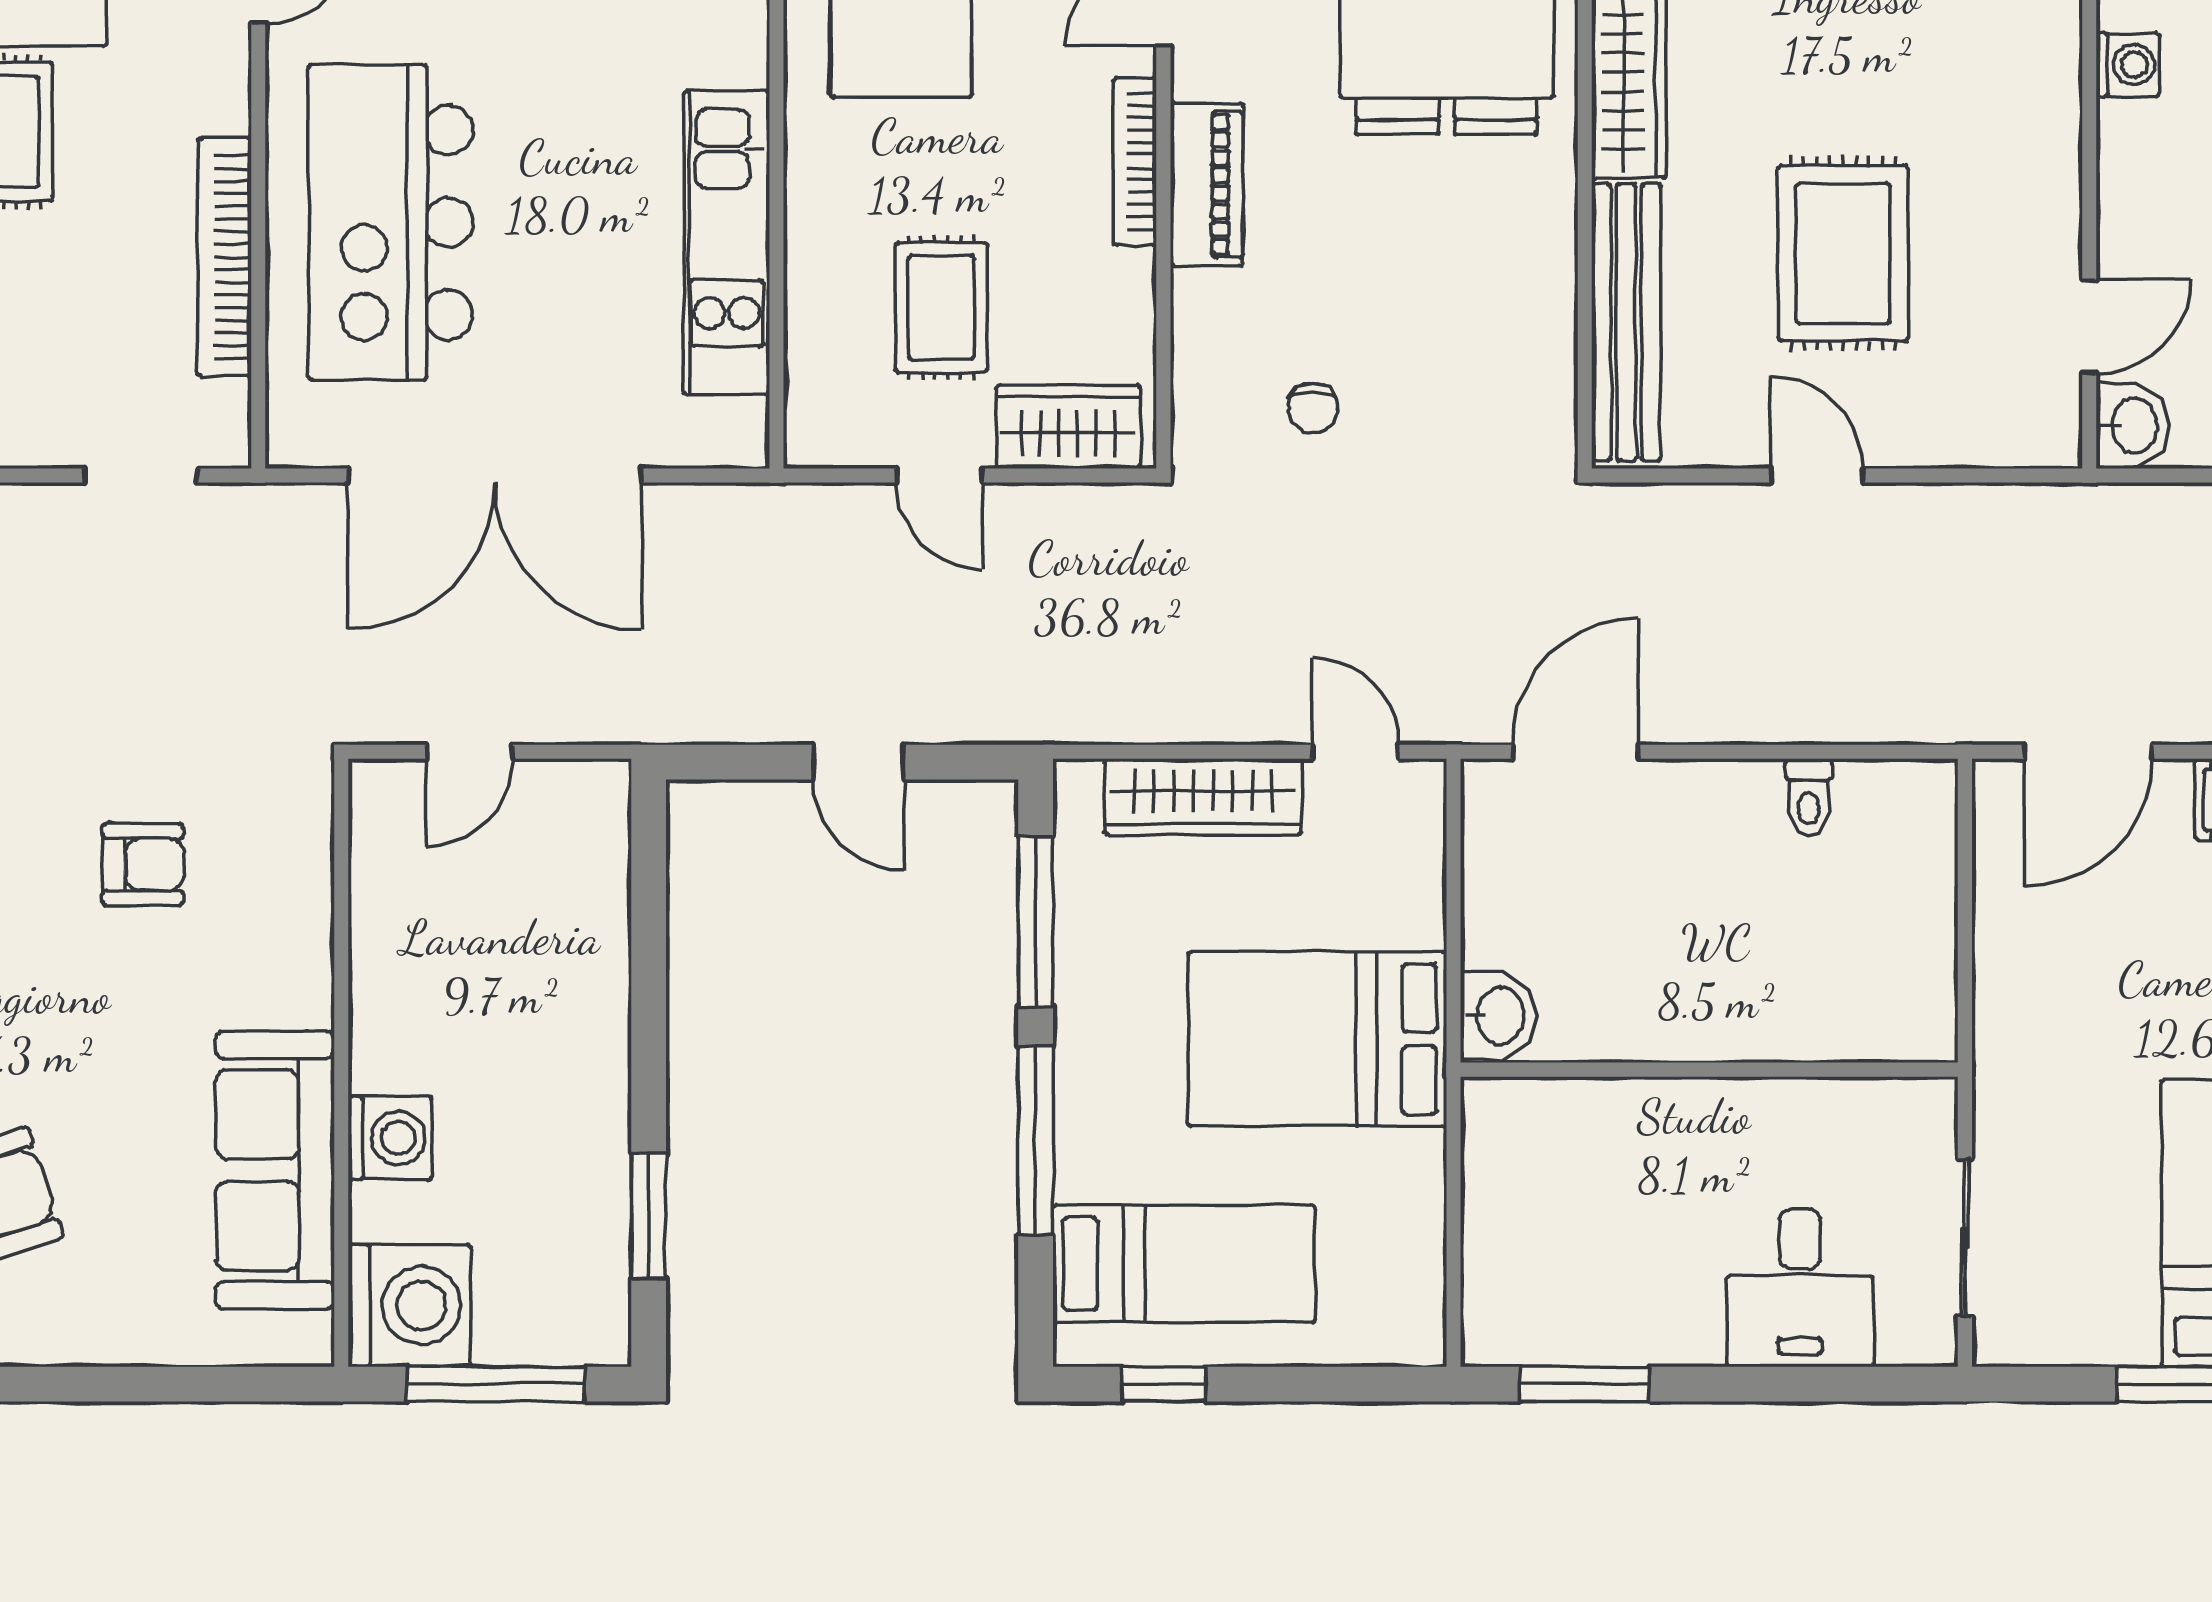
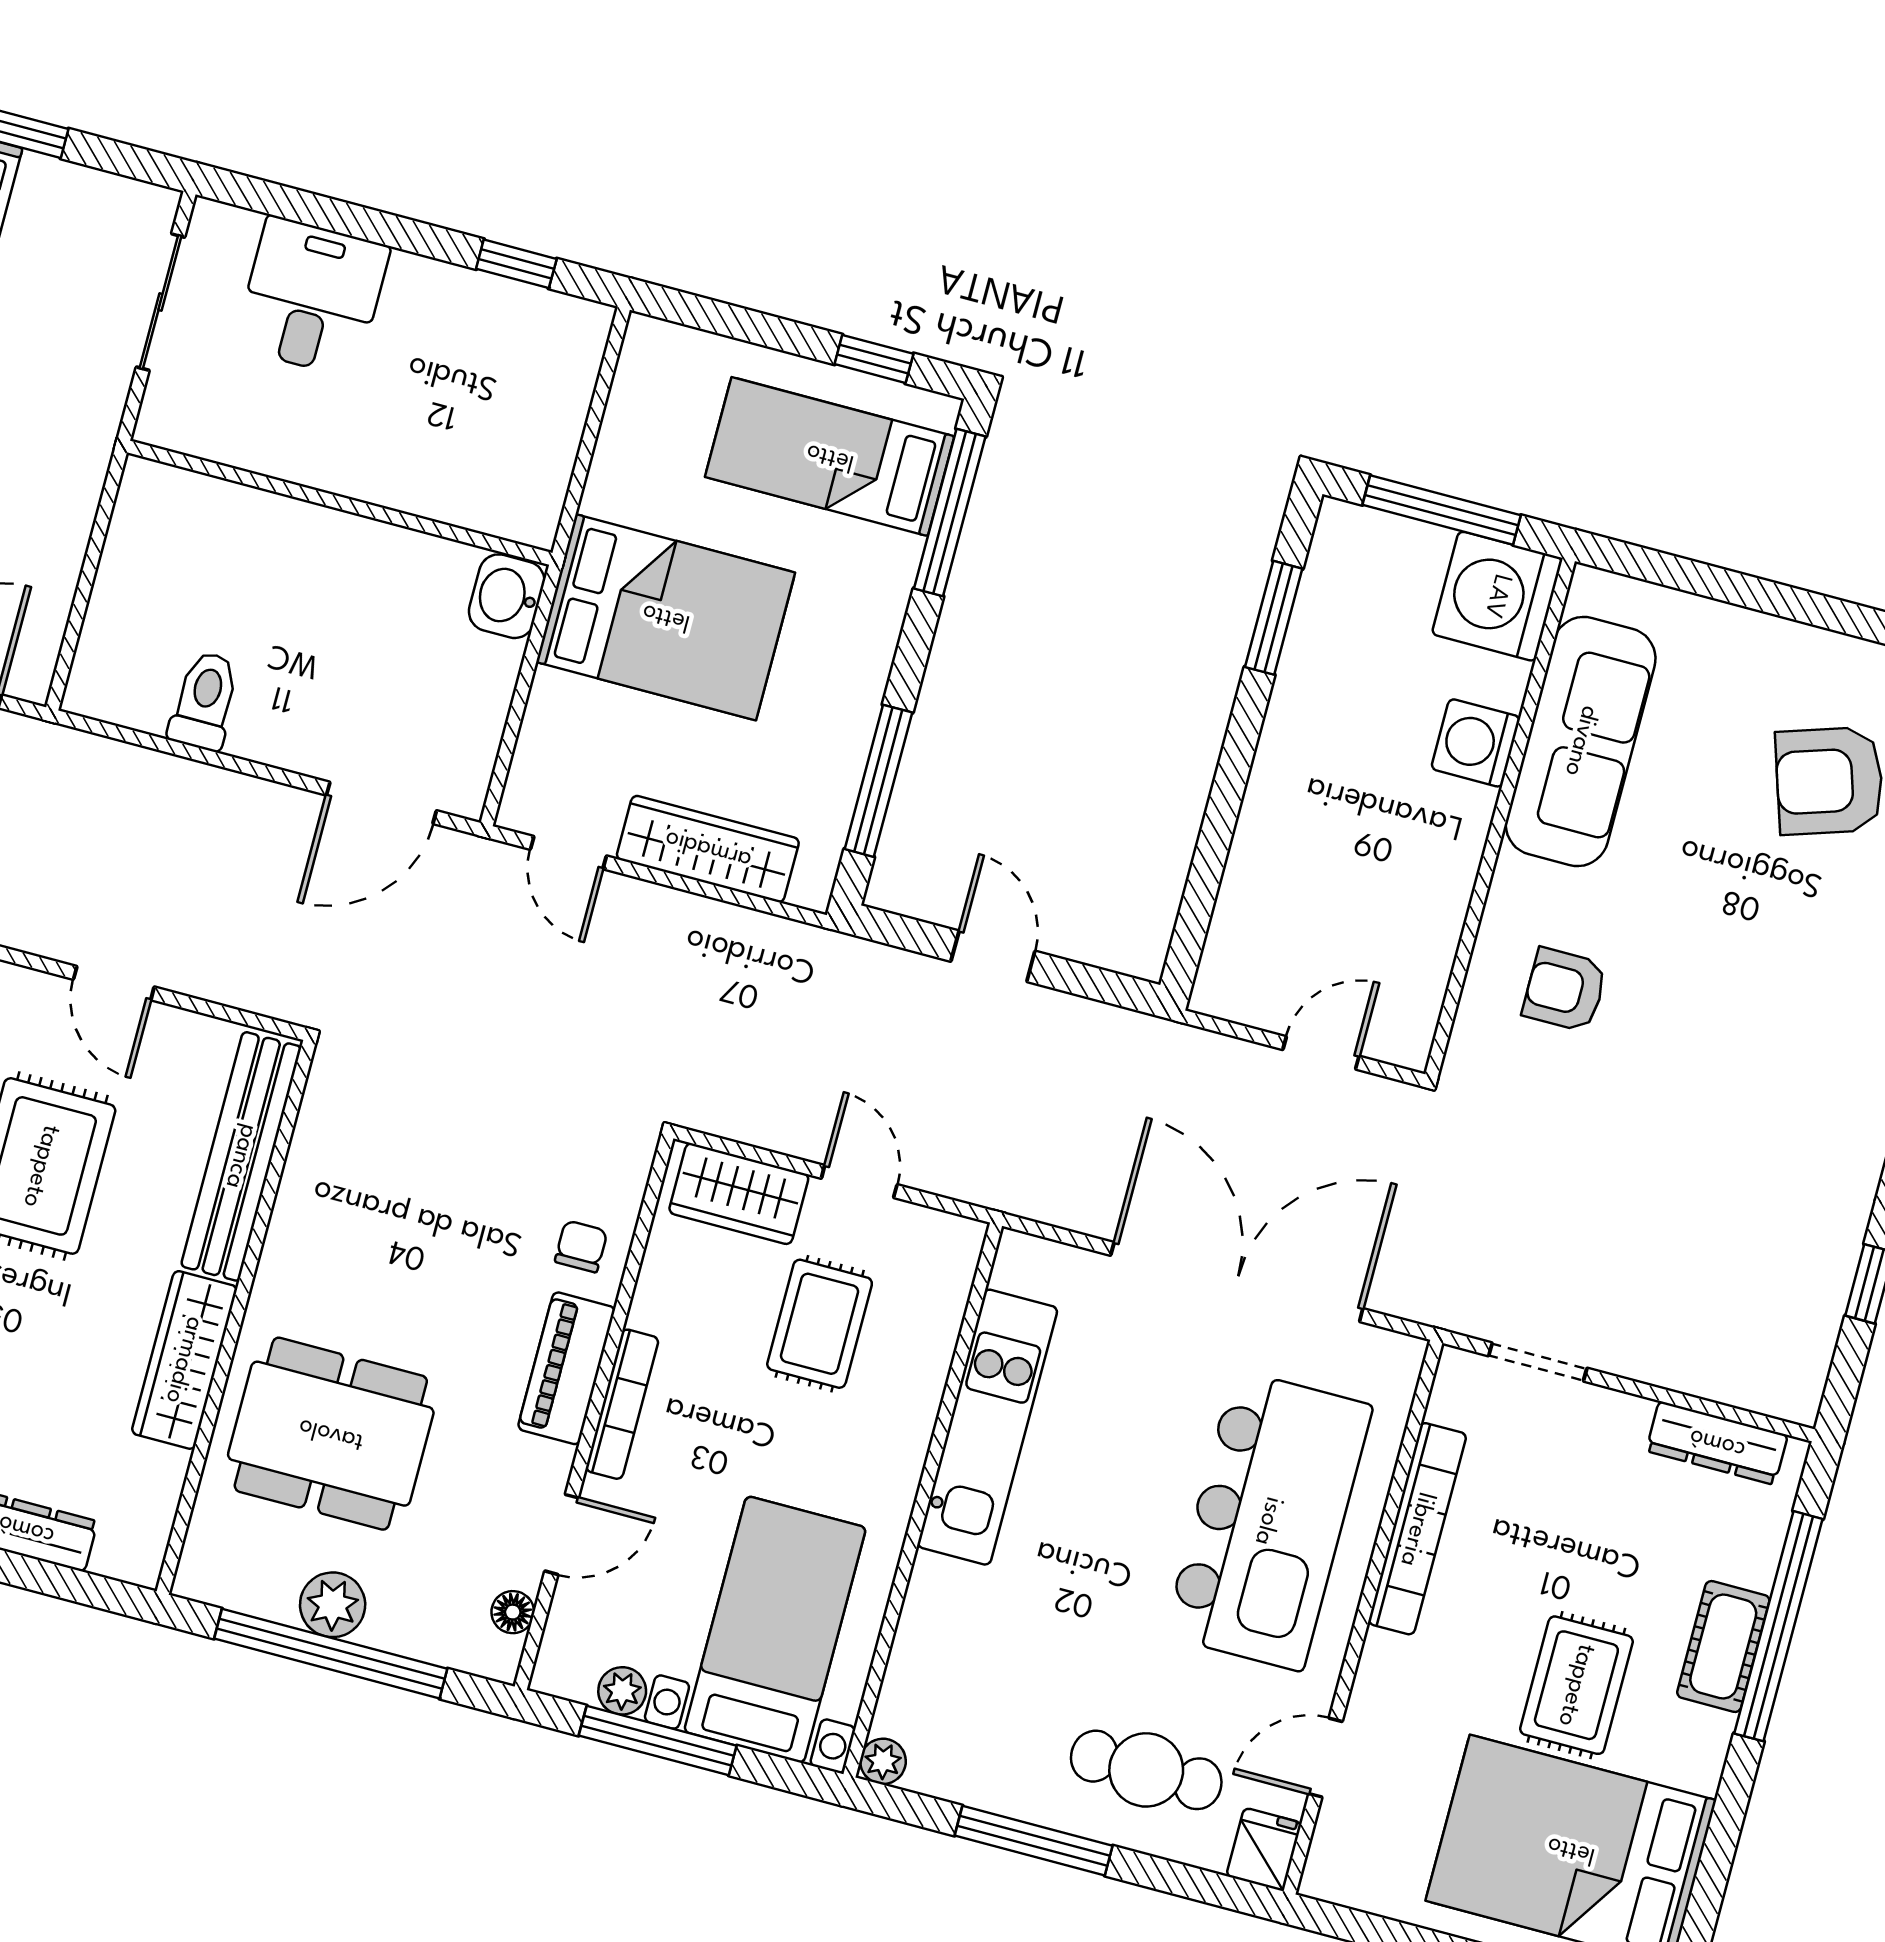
chair: (1313, 408) -> (581, 1246), moved
toilet: (1809, 797) -> (205, 701), width x1.37, depth x1.39
armchair: (143, 864) -> (1565, 990), moved
window: (1036, 1140) -> (950, 513), moved
window: (1585, 1384) -> (516, 264), width x0.67

